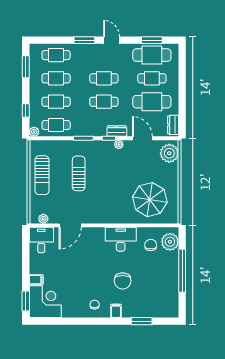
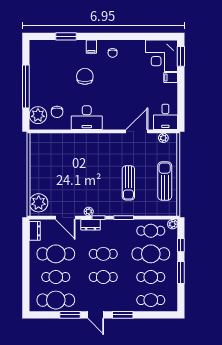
window: (152, 40) -> (70, 315), moved
window: (26, 67) -> (181, 273), moved
cafe table: (56, 102) -> (151, 254), width x1.37, depth x1.35
parasol: (150, 200) -> (58, 157), removed

